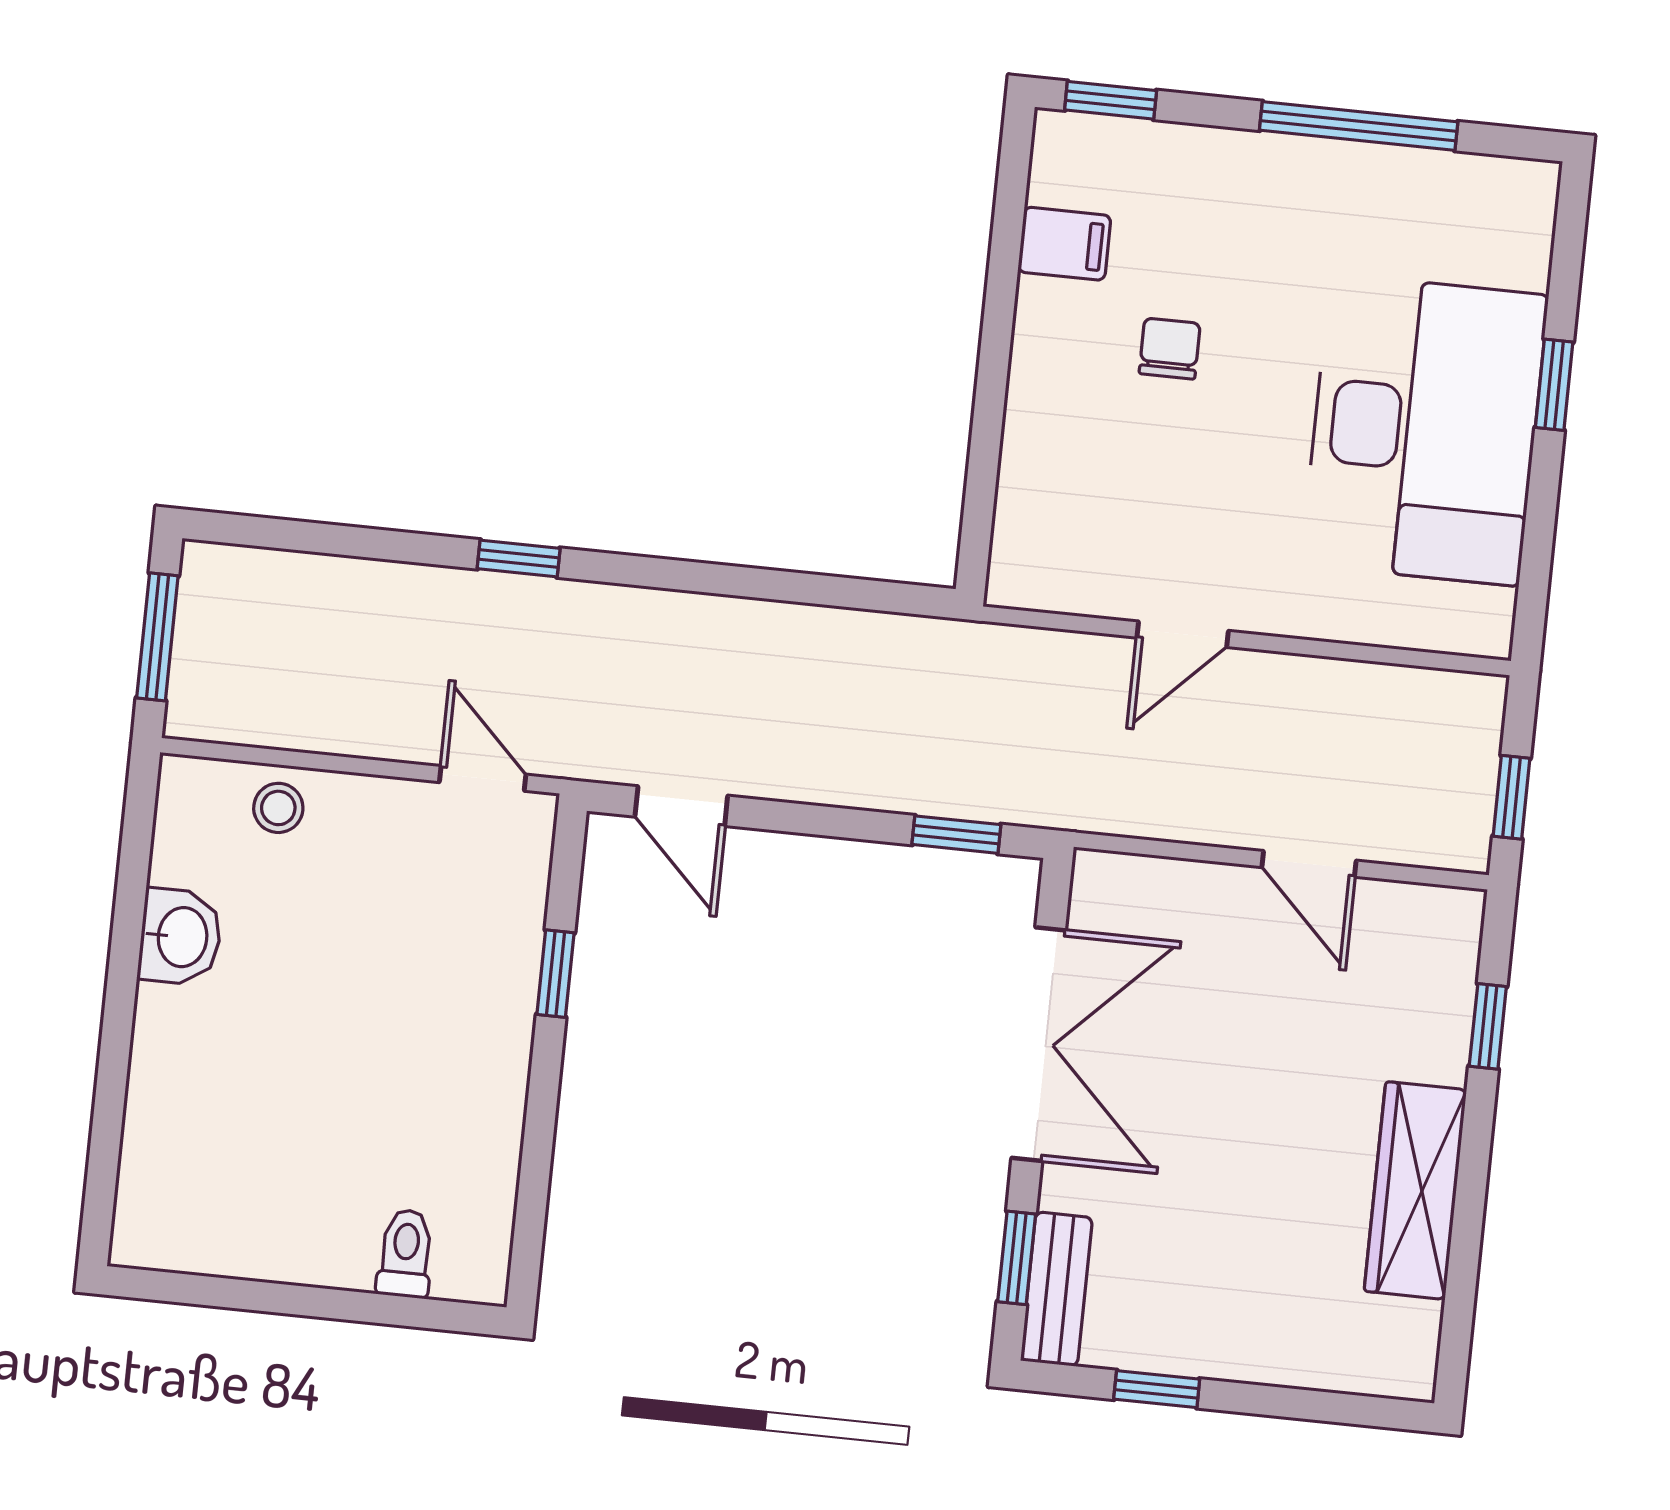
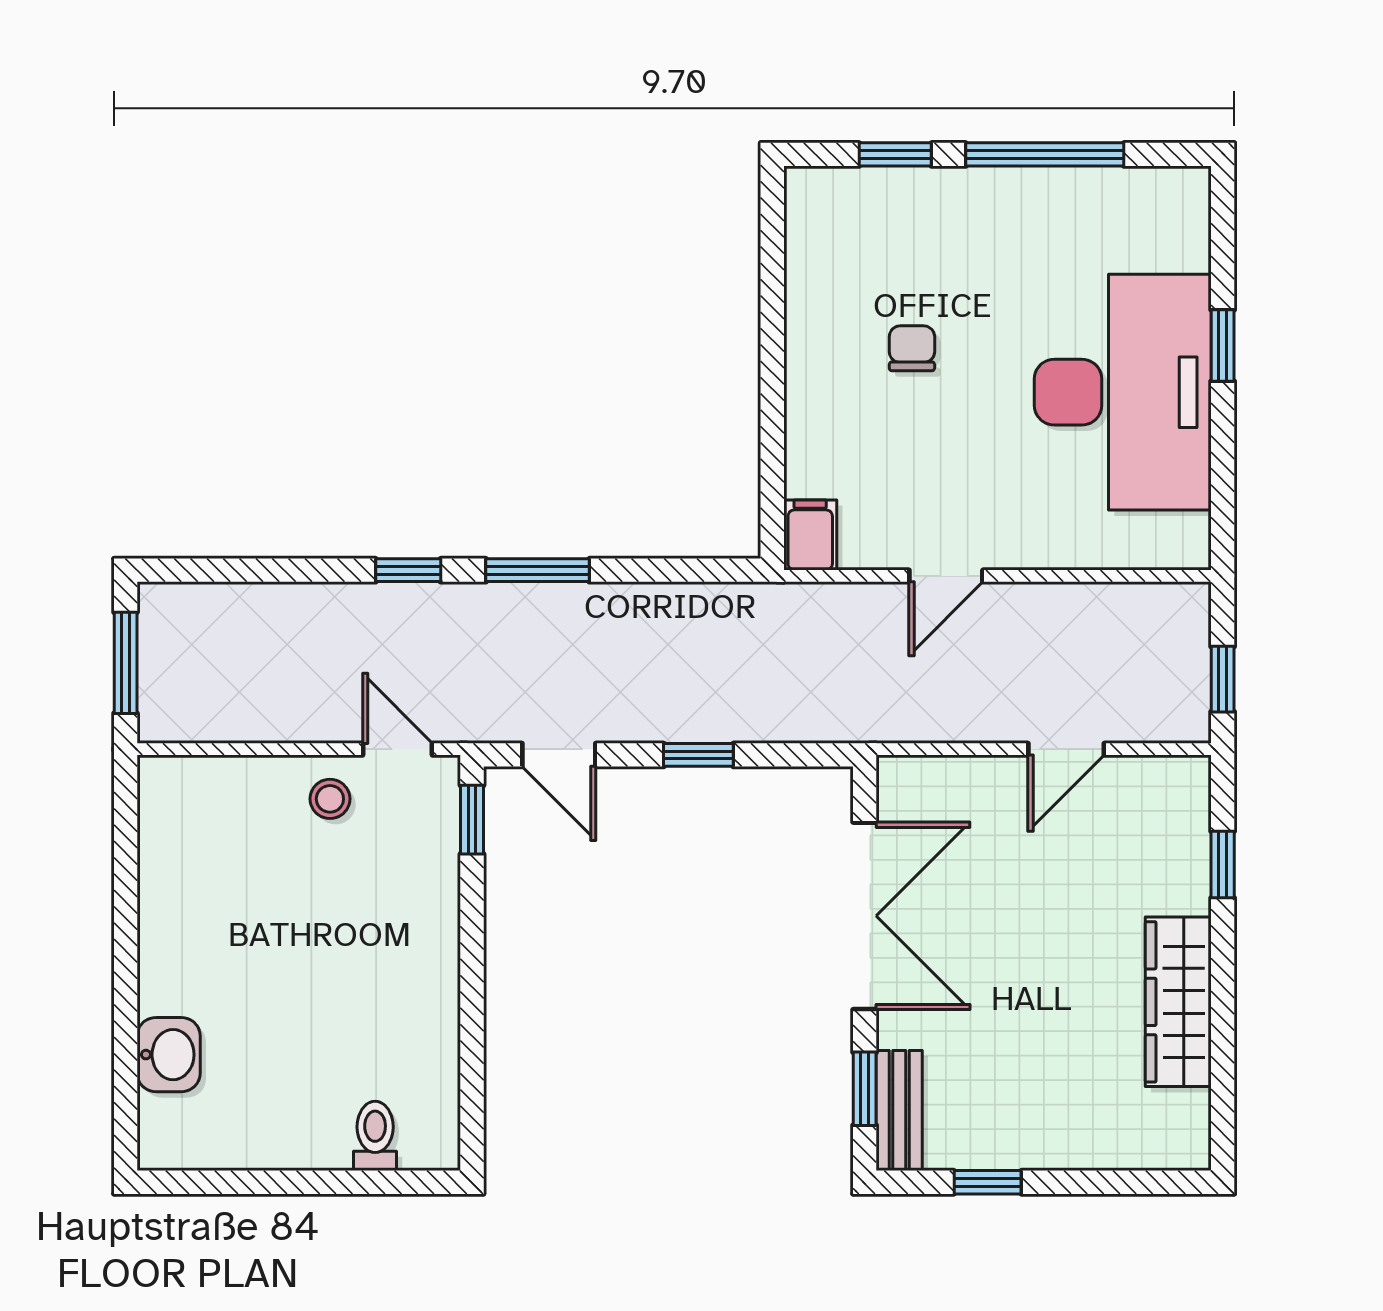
window: (1111, 100) -> (895, 154), moved
filing cabinet: (1064, 244) -> (810, 535), moved, turned -90
window: (679, 575) -> (538, 570), added
stool: (278, 808) -> (330, 799), moved
window: (956, 835) -> (698, 755), moved
door: (1309, 864) -> (1066, 749), hinge flipped
washbasin: (180, 937) -> (169, 1055), moved
window: (555, 974) -> (472, 820), moved

